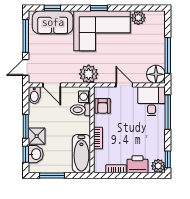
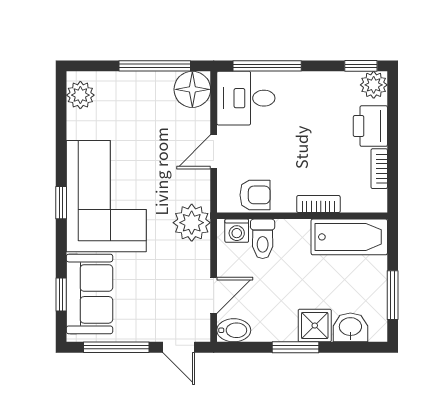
plant: (138, 18) -> (80, 95), moved
window: (26, 154) -> (350, 347), removed

